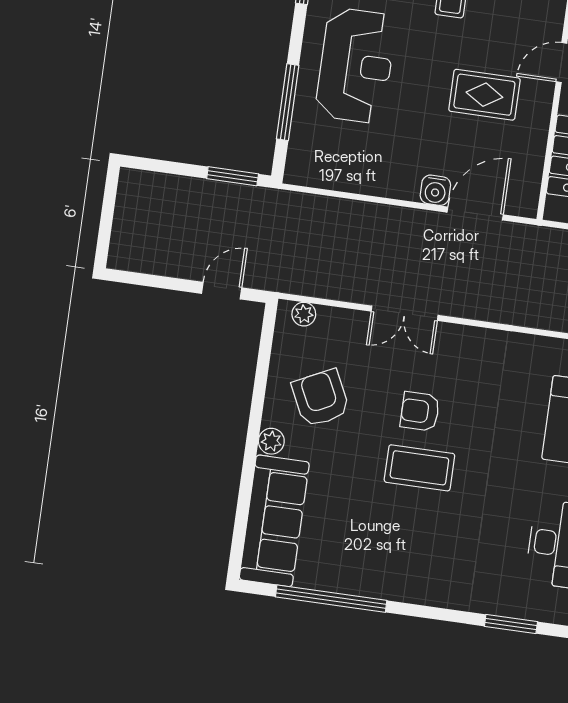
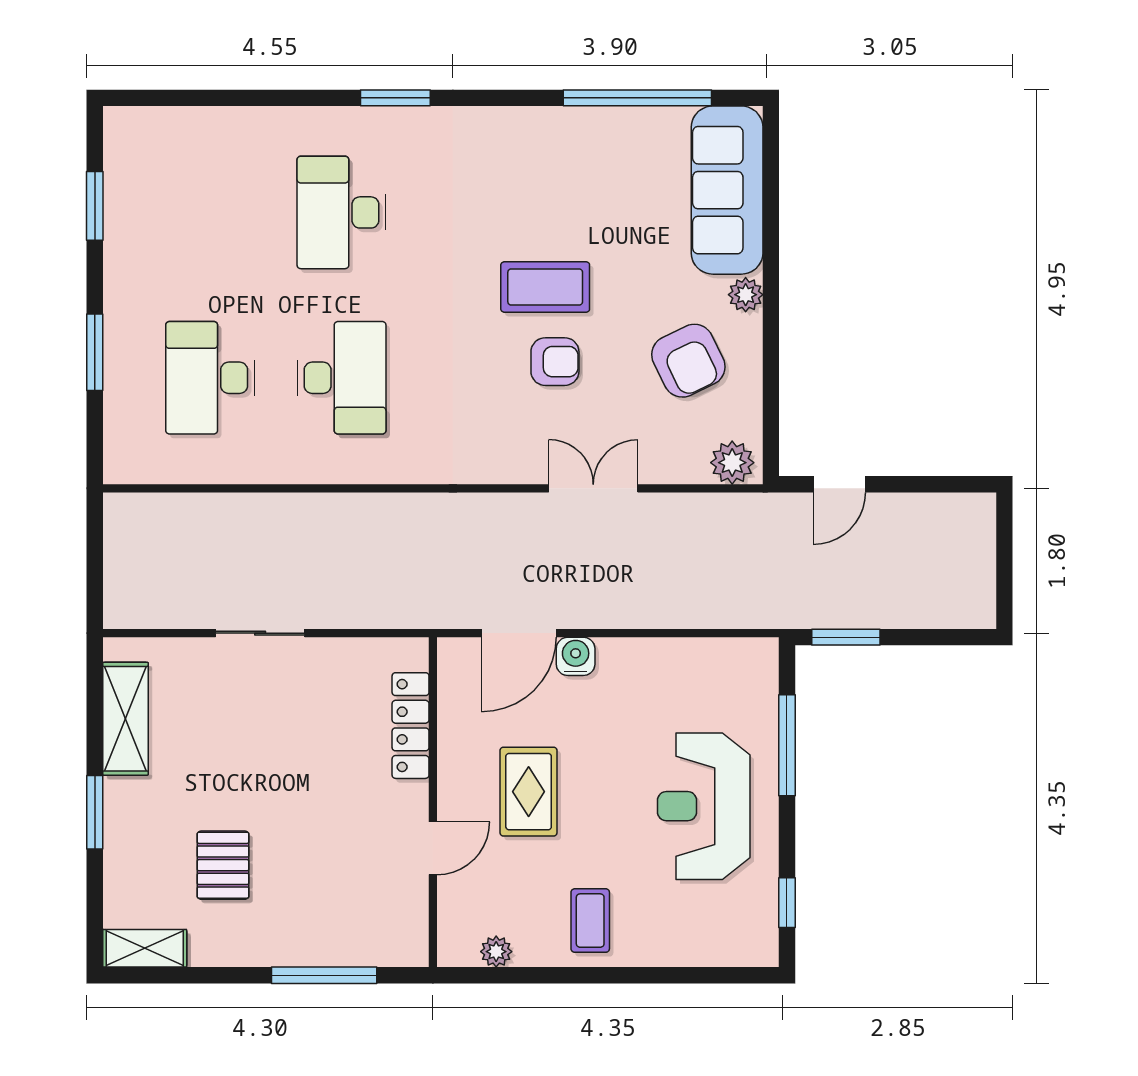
rug: (484, 95) -> (529, 792), turned 90
plant: (304, 314) -> (732, 463), width x1.38, depth x1.38

